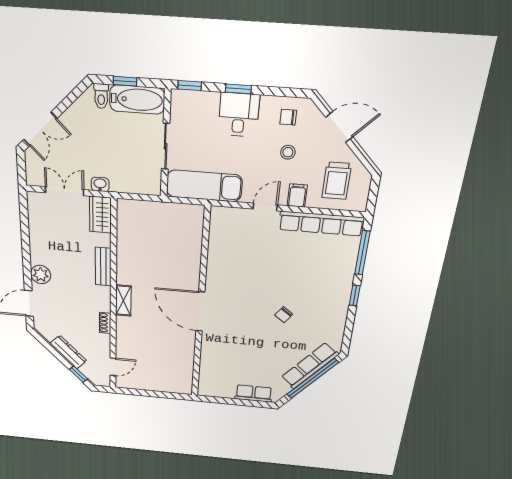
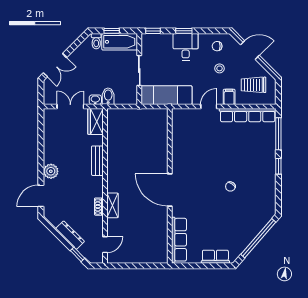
bidet: (119, 181) -> (108, 96), added
trolley: (337, 181) -> (253, 85), turned 90
shelving: (123, 301) -> (112, 205), moved
row of seats: (310, 366) -> (179, 240), moved, turned 139

